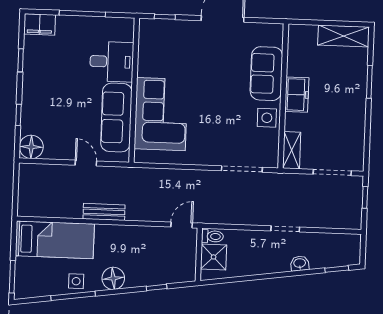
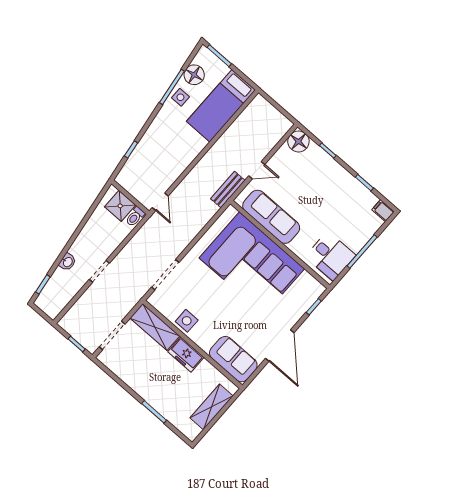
filing cabinet: (40, 24) -> (383, 211), width x0.50
shelving: (344, 36) -> (211, 407), moved
desk: (112, 62) -> (330, 256), moved, turned -90
sofa: (266, 74) -> (233, 359), moved
corner sofa: (161, 114) -> (252, 263), width x1.36, depth x1.36
shelving: (292, 150) -> (155, 327), width x1.50, depth x1.33
bench: (104, 212) -> (228, 190), moved
floor lamp: (113, 278) -> (194, 75), moved

